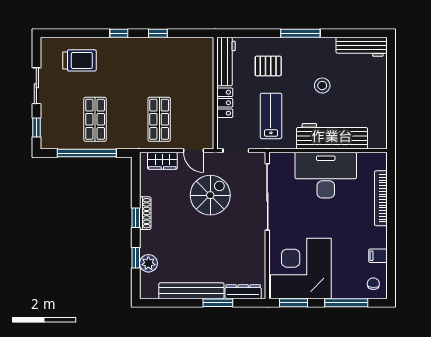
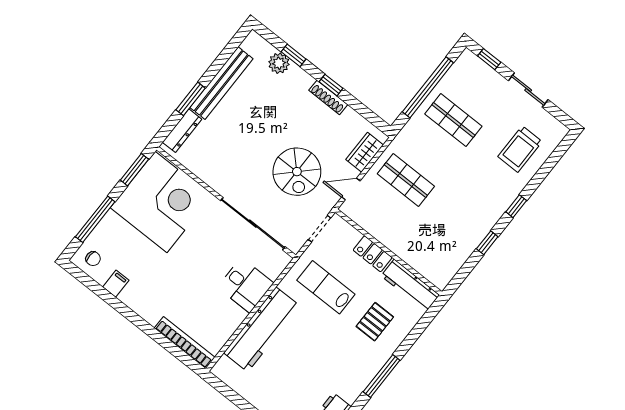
stool: (322, 86) -> (316, 358), removed
lab bench: (271, 116) -> (326, 287), turned 180
desk: (326, 175) -> (245, 285), width x0.53, depth x0.77
bookcase: (381, 198) -> (185, 343), moved

